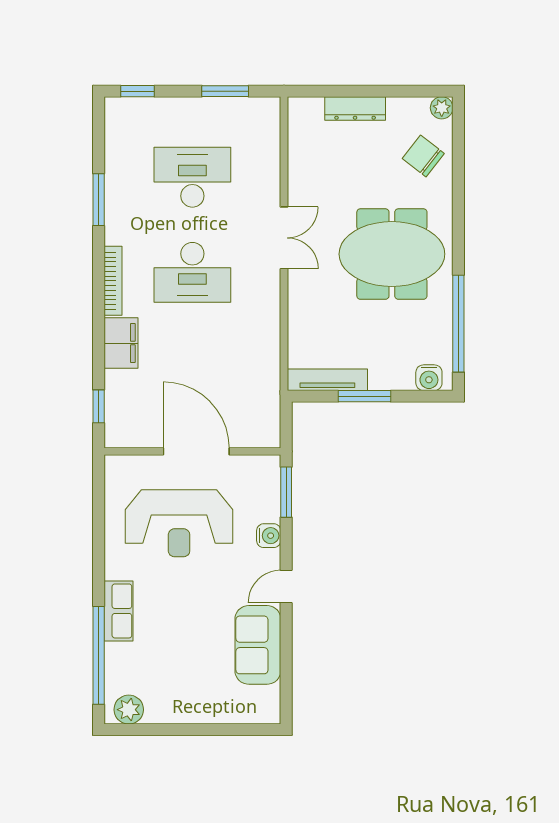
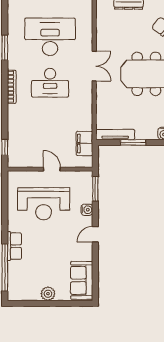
desk: (192, 177) -> (50, 37), width x1.36, depth x1.30
filing cabinet: (121, 343) -> (84, 143), moved, turned 180
door: (196, 451) -> (52, 169), width x0.53
sofa: (258, 645) -> (82, 280), moved
plant: (129, 710) -> (48, 294), moved

